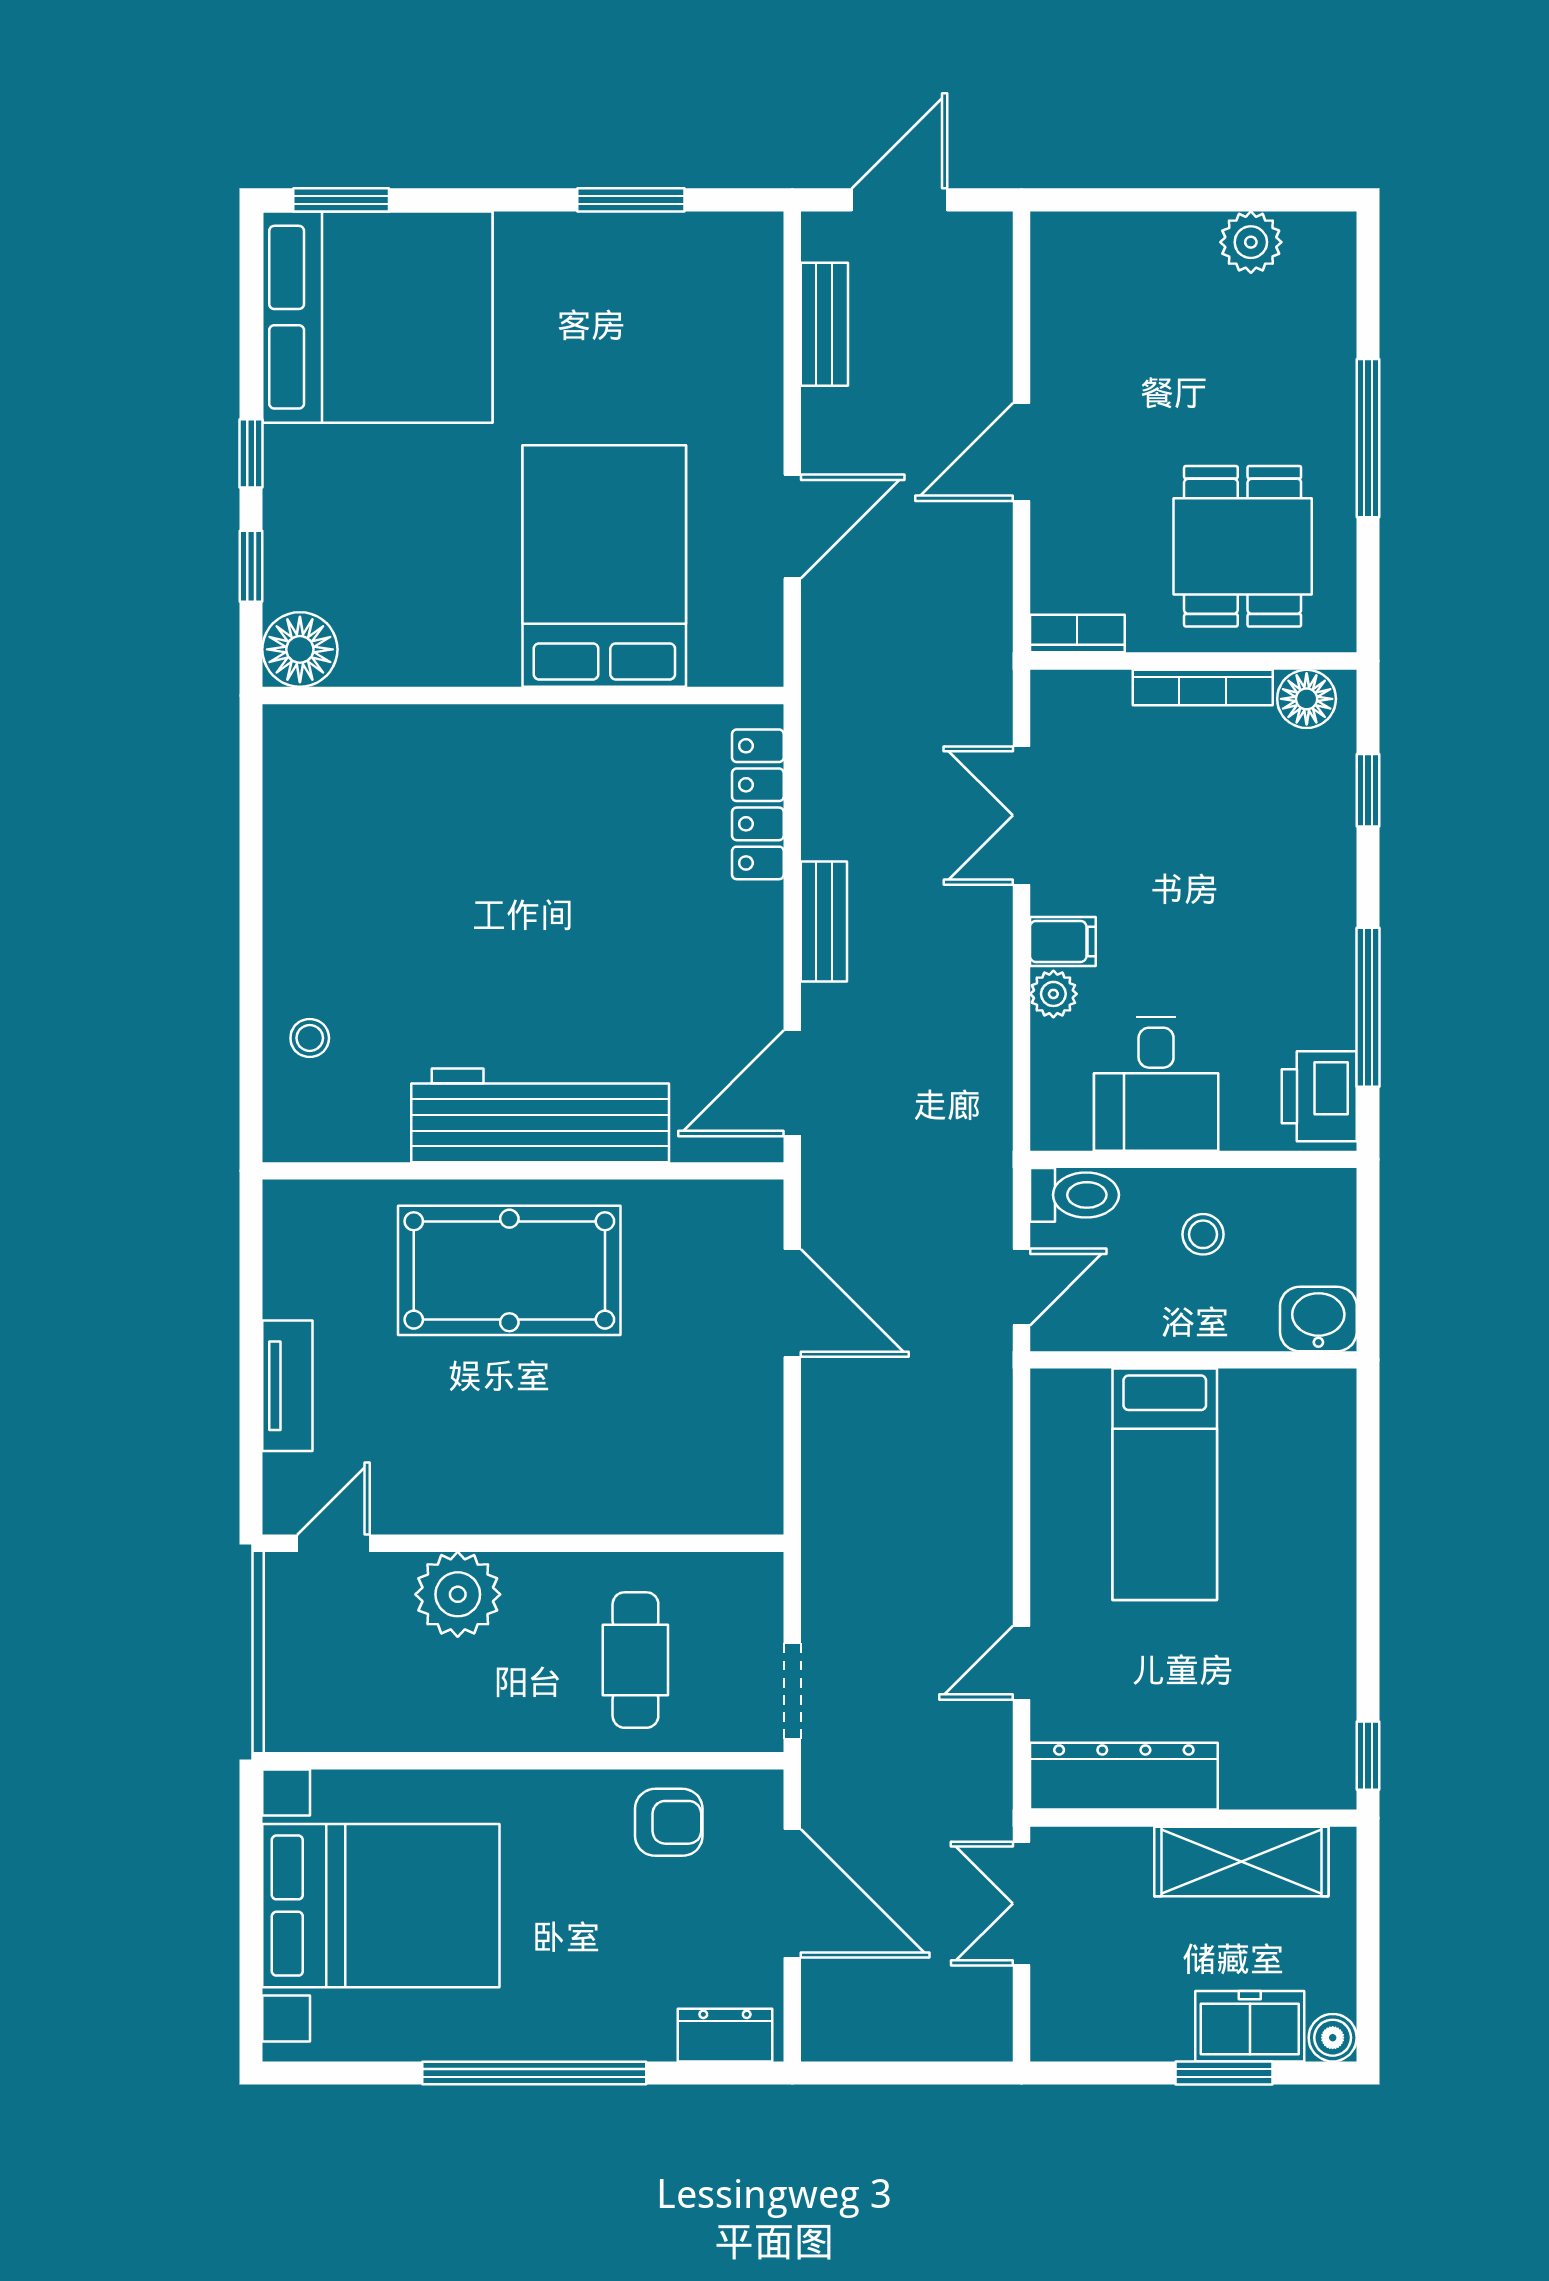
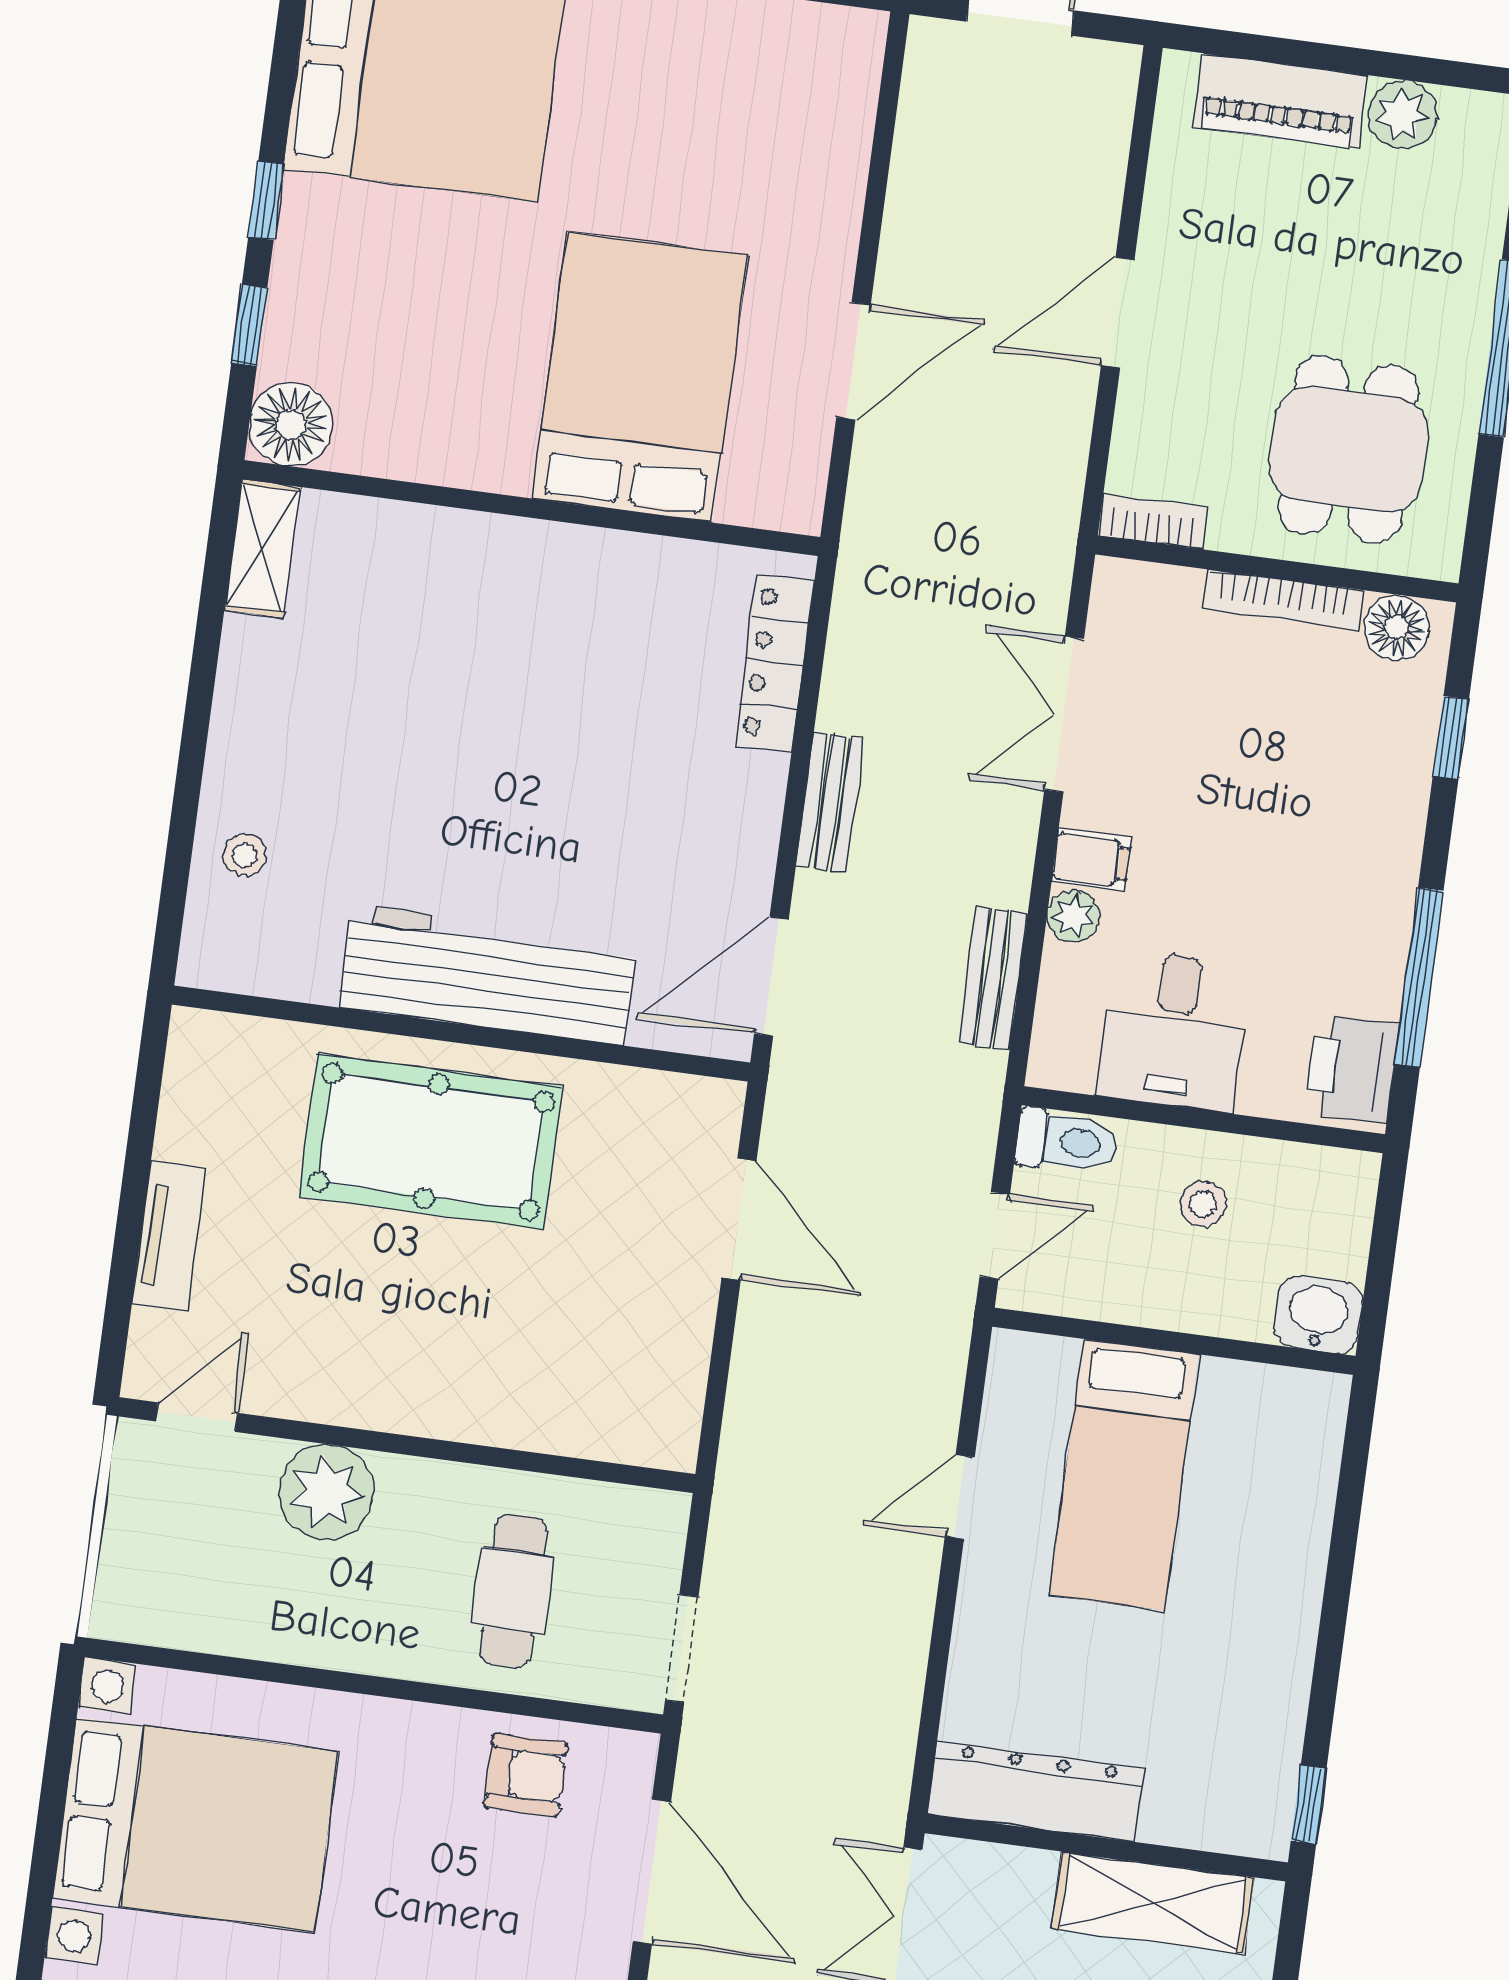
piano: (1141, 245) -> (1280, 101), added
bench: (824, 324) -> (993, 978), moved
shelving: (289, 763) -> (262, 548), added
door: (1021, 1663) -> (960, 1497), moved

